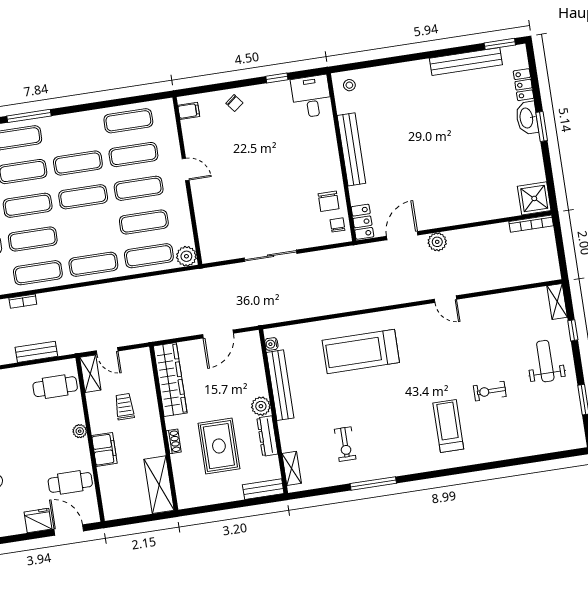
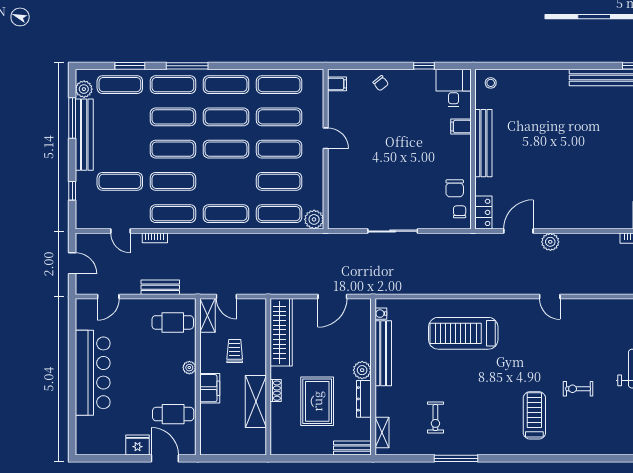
exercise mat: (73, 129) -> (226, 85), added
filing cabinet: (325, 136) -> (461, 127), added
shelving: (159, 485) -> (256, 401), moved

